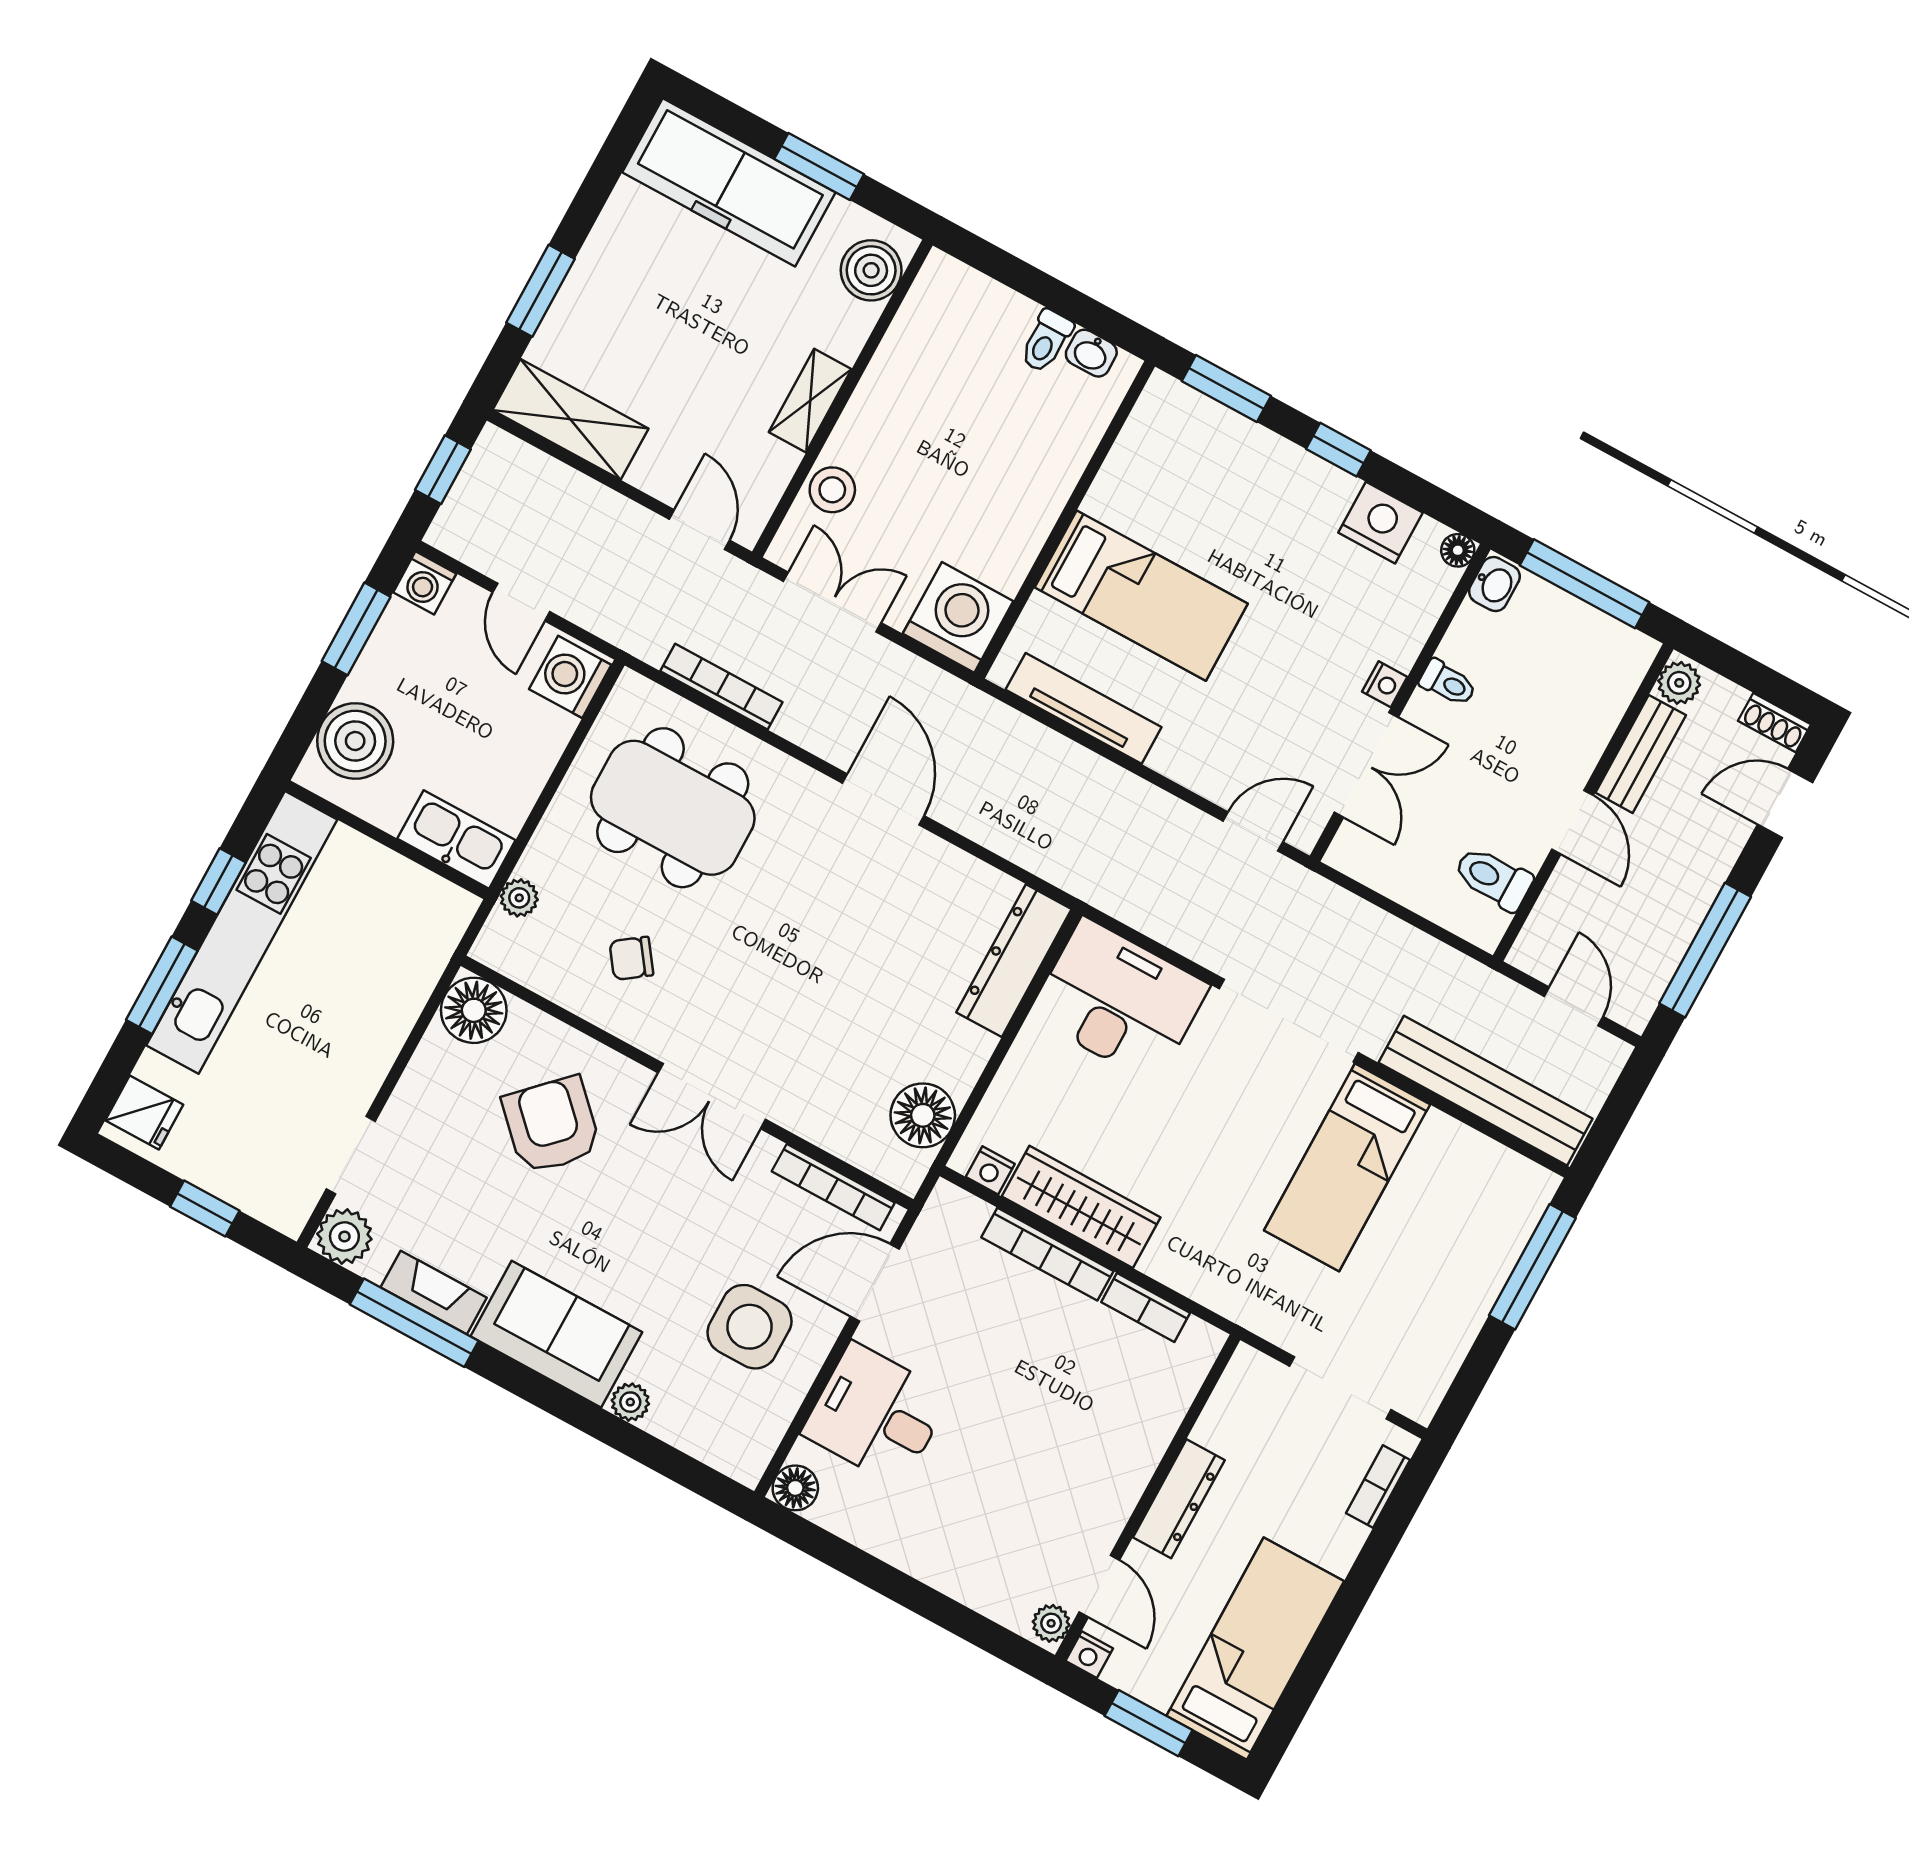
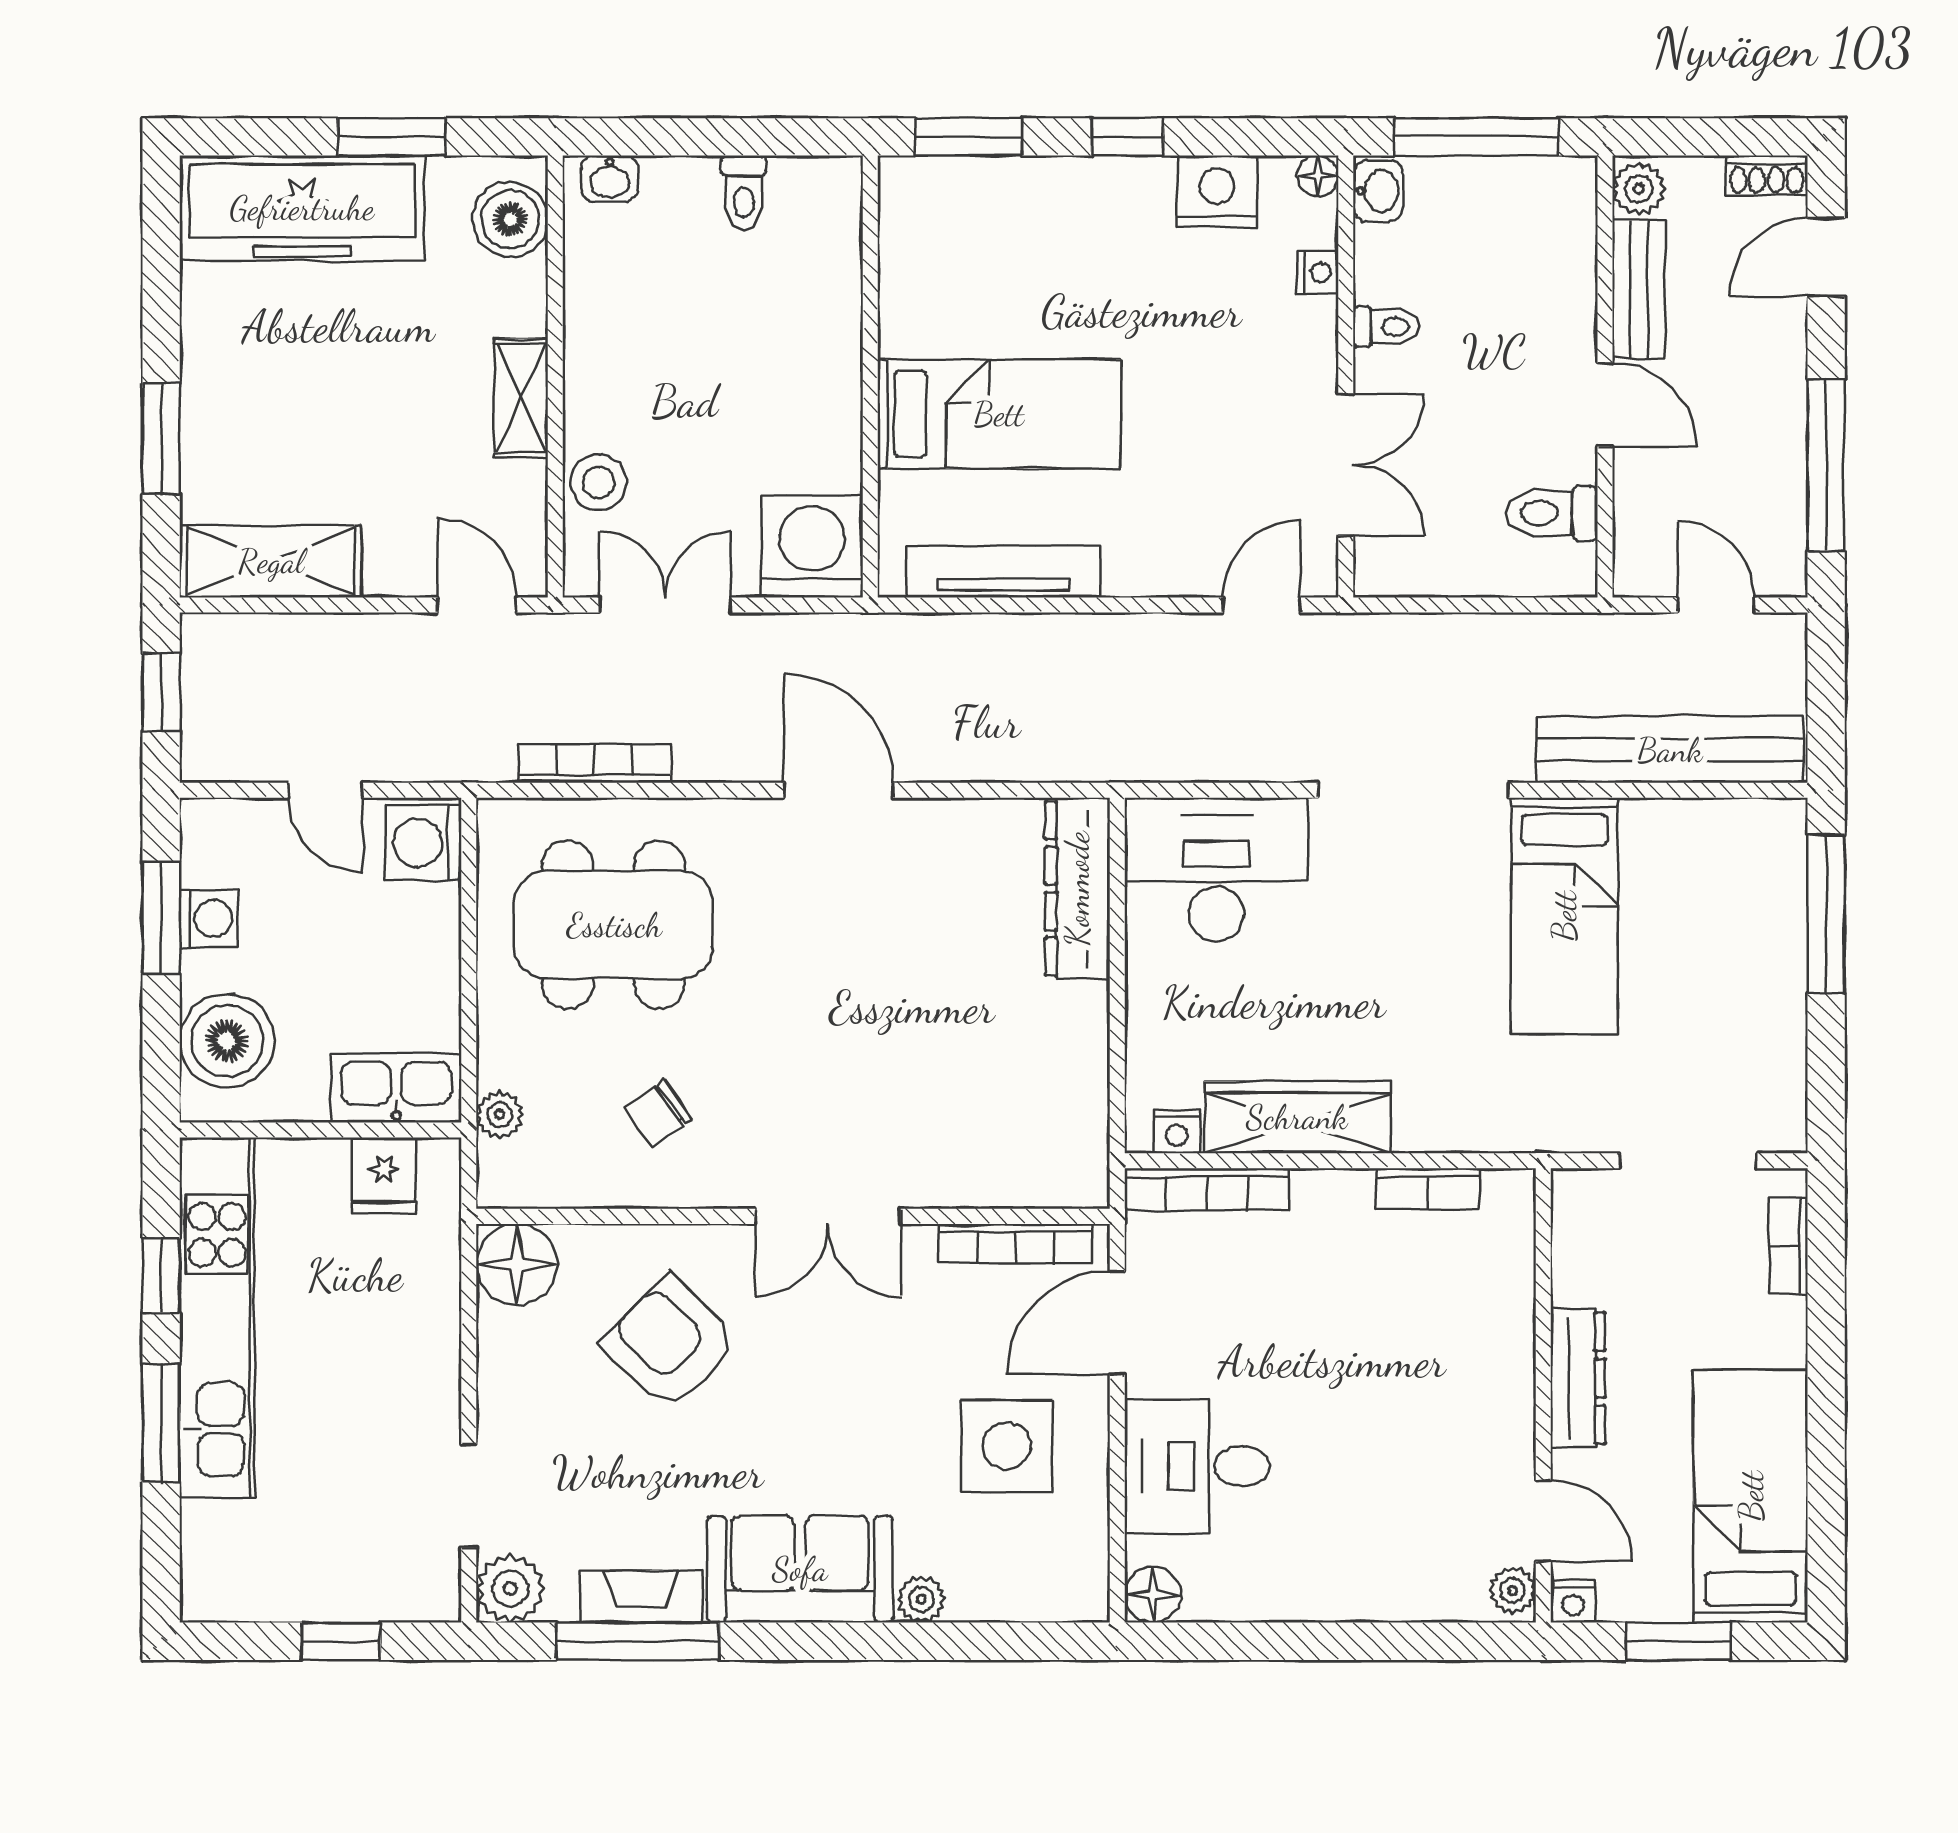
washbasin: (1091, 353) -> (610, 179), moved
washing machine: (425, 583) -> (209, 918), moved, turned -90
nightstand: (1385, 684) -> (1318, 273), moved
fridge: (144, 1112) -> (384, 1175), moved, turned 90
floor lamp: (923, 1115) -> (1070, 1112), removed
bookcase: (1047, 1254) -> (1207, 1189), moved

